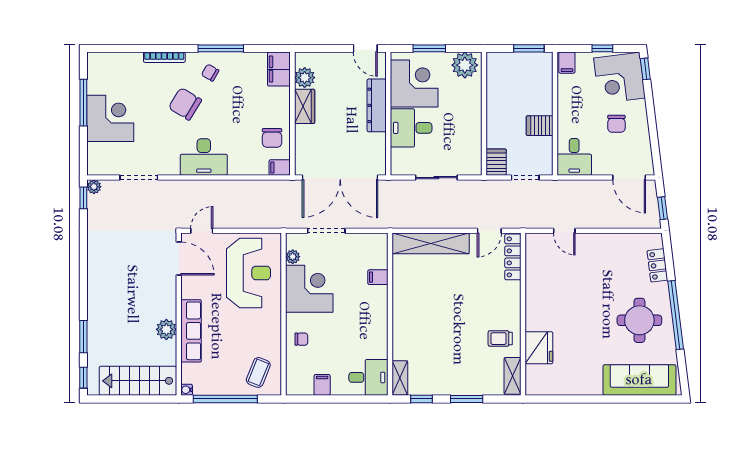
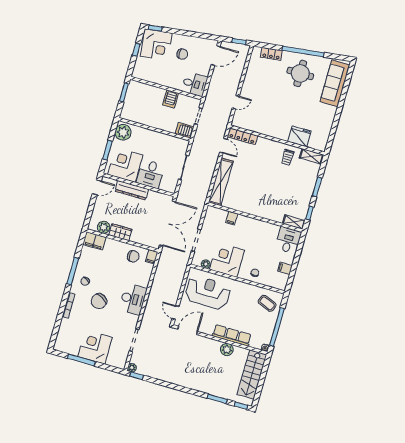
filing cabinet: (567, 63) -> (139, 73), removed

